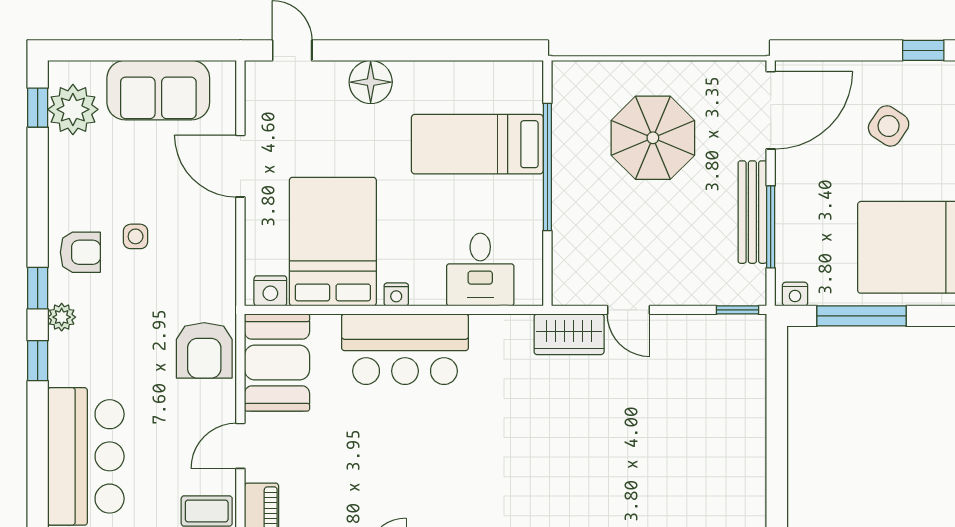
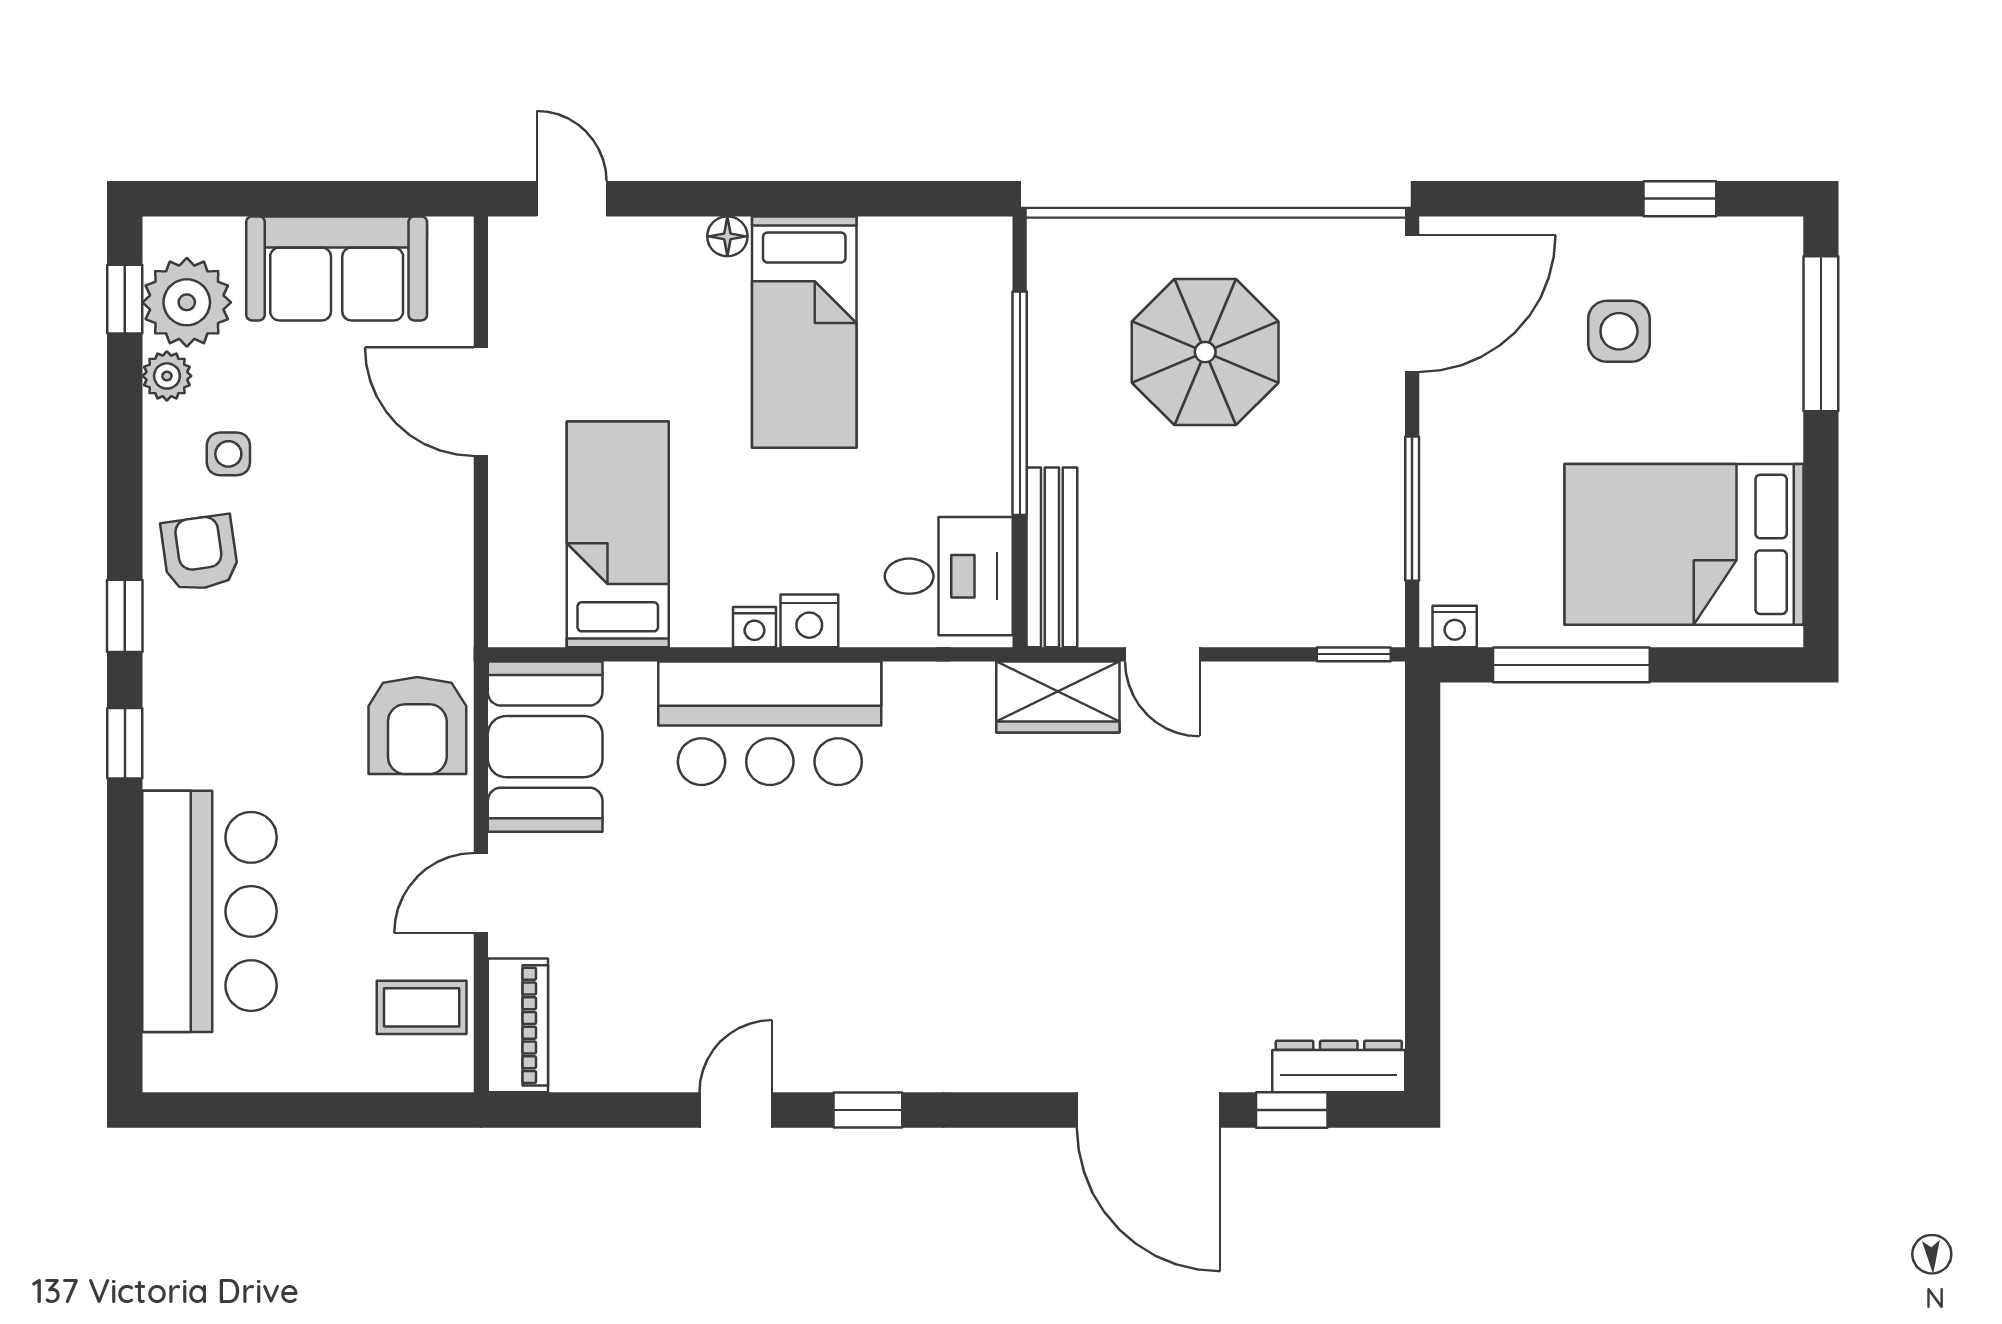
floor lamp: (371, 82) -> (727, 236), width x0.53, depth x0.53
side table: (889, 126) -> (1619, 331), turned -34
bed: (477, 144) -> (804, 332), moved, turned -90
bench: (752, 212) -> (1052, 557), moved
side table: (136, 236) -> (228, 454), moved
bed: (333, 242) -> (618, 534), width x0.67
armchair: (80, 252) -> (200, 553), turned -98
desk: (480, 270) -> (949, 576), moved, turned -90
nightstand: (270, 291) -> (809, 621), moved
plant: (62, 317) -> (167, 376), moved

